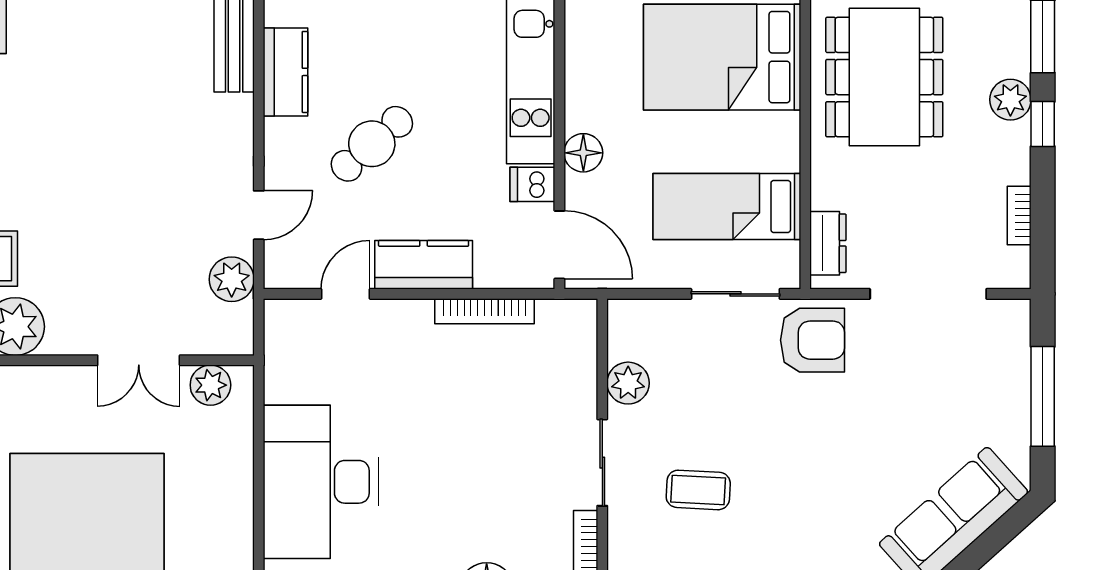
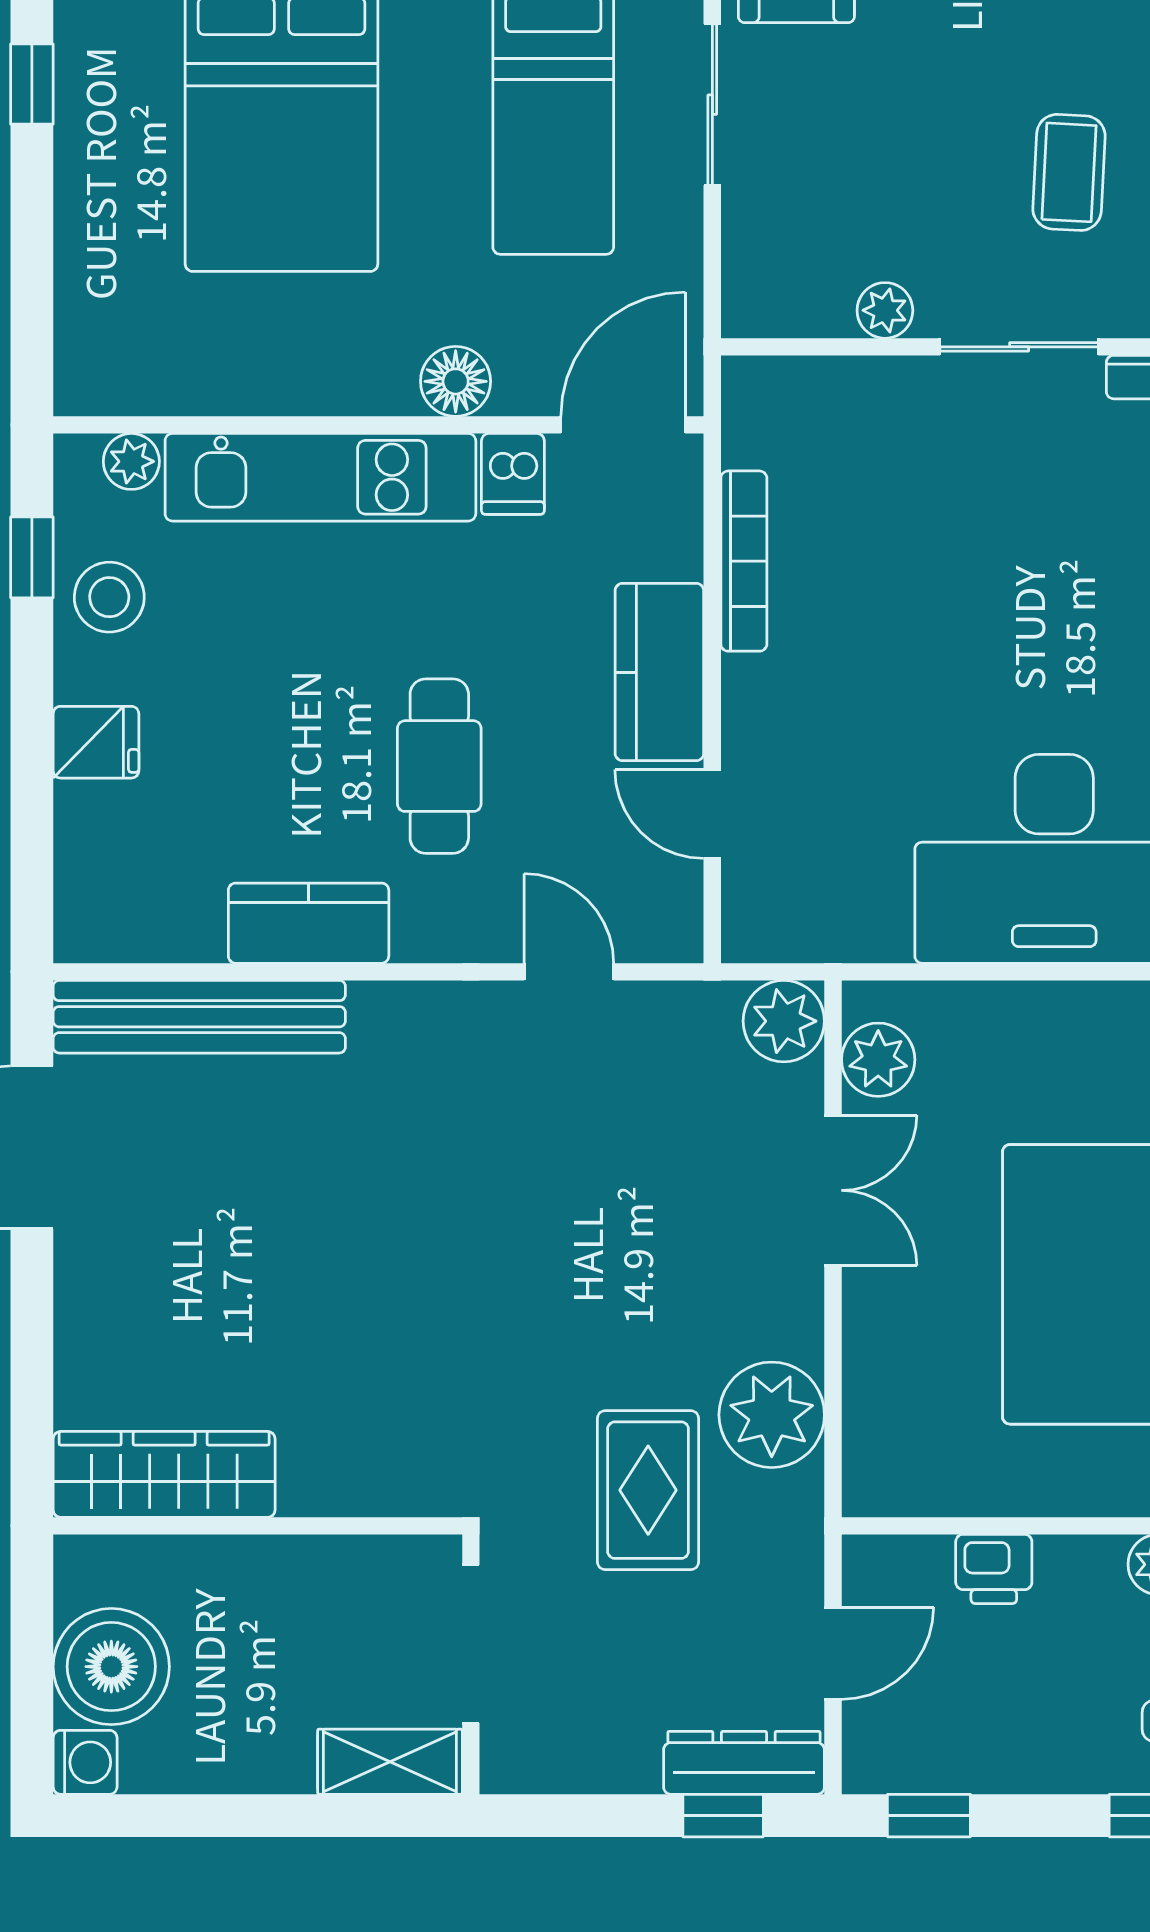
cafe table: (372, 144) -> (439, 766), turned 41
plant: (232, 279) -> (784, 1021), moved
plant: (628, 383) -> (885, 310), width x0.73, depth x0.73

